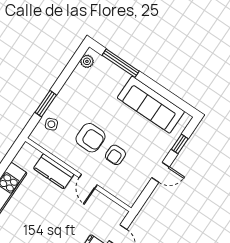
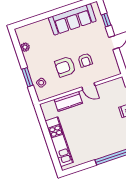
plant: (87, 61) -> (25, 47), moved
window: (121, 63) -> (37, 19), removed
armchair: (91, 138) -> (65, 67), turned 180

